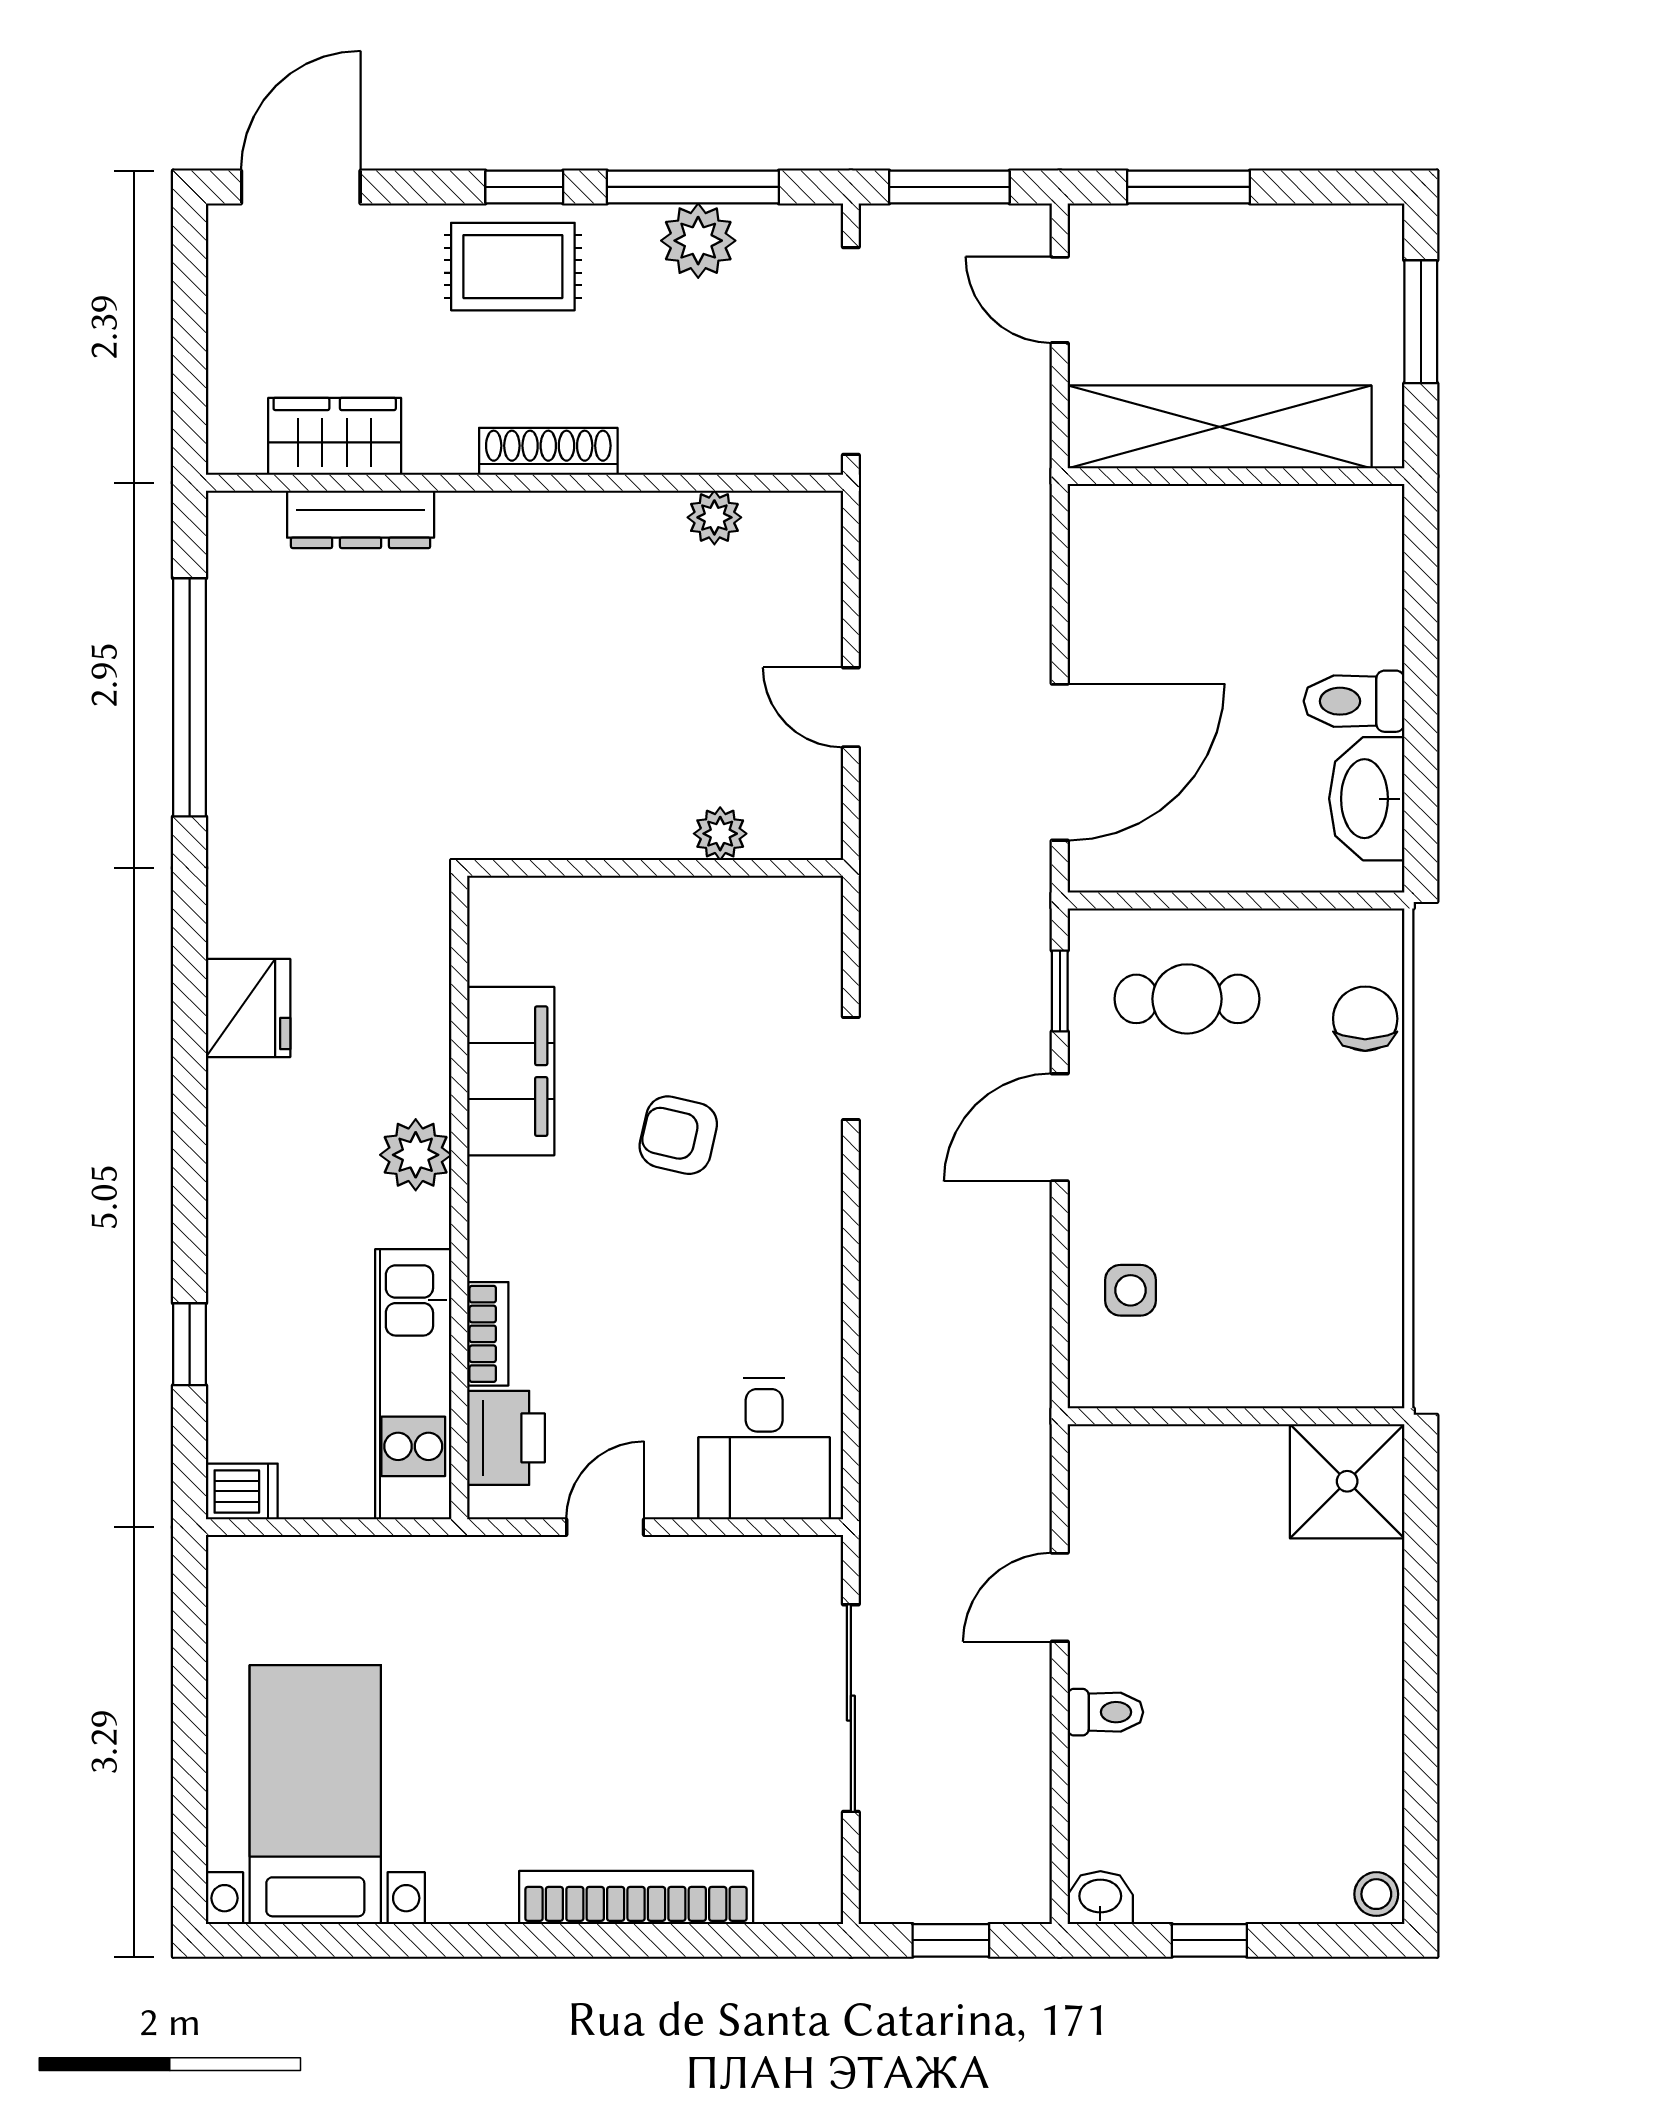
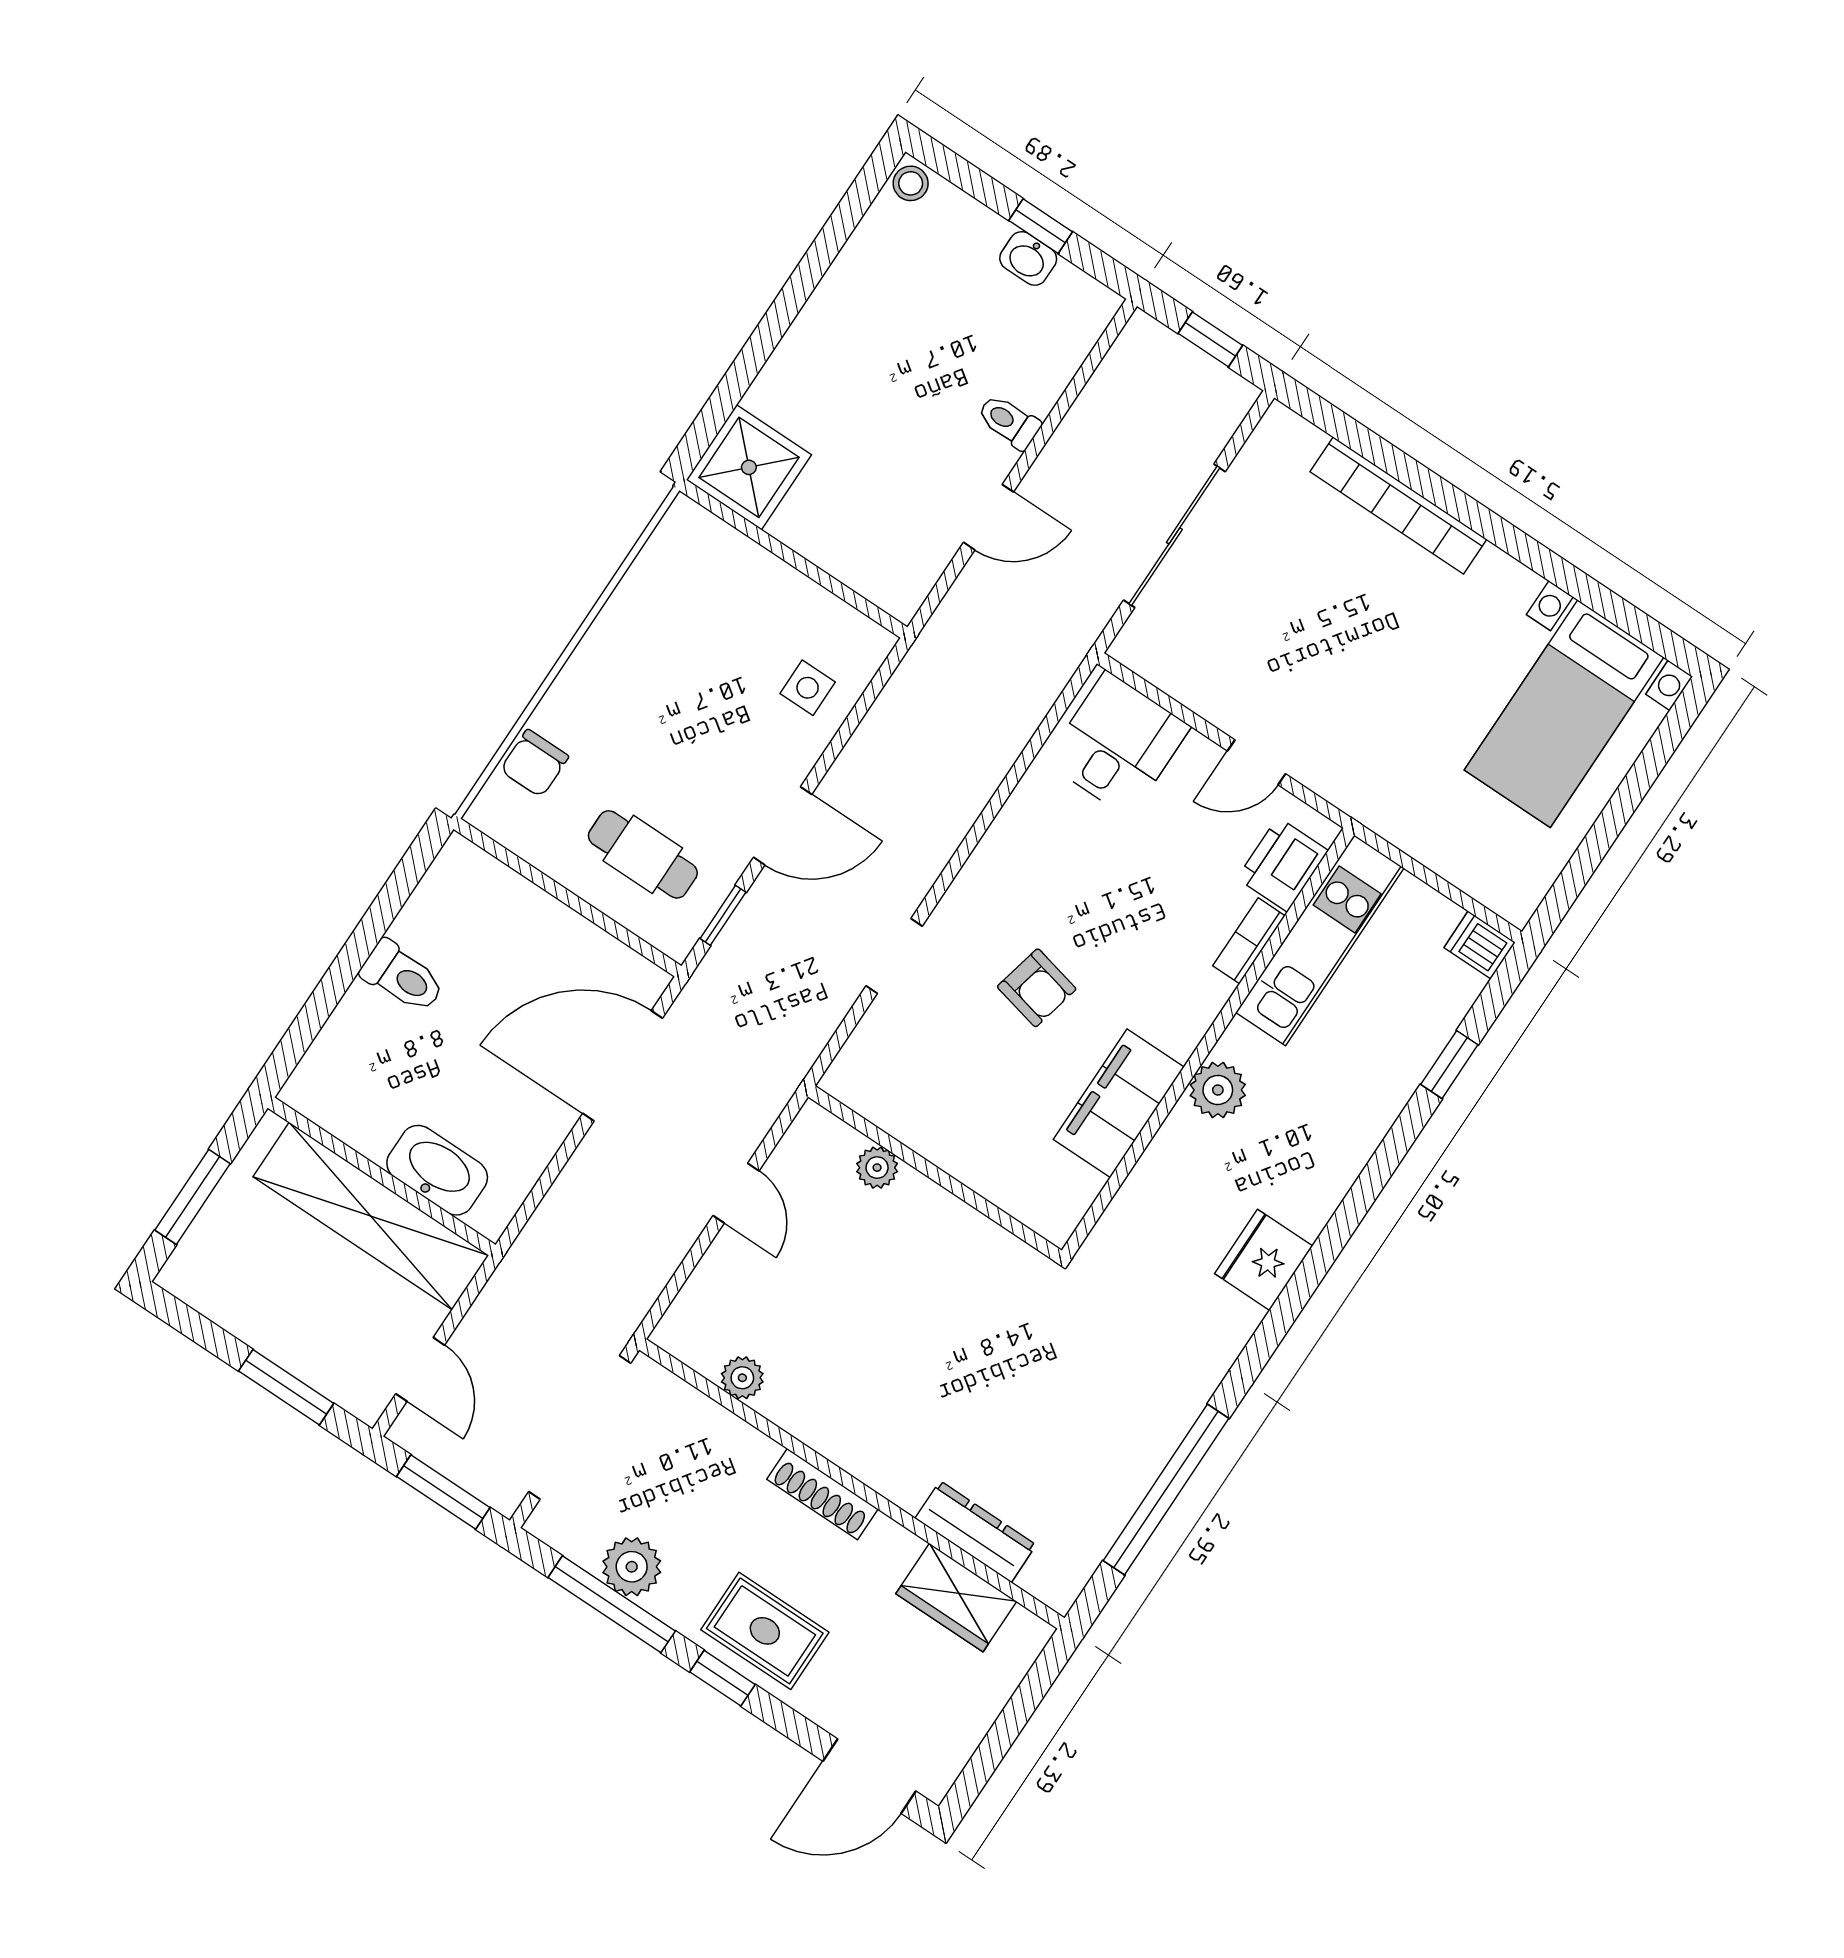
washbasin: (1367, 799) -> (437, 1170), moved, turned -90
washbasin: (1100, 1898) -> (1028, 258), moved

